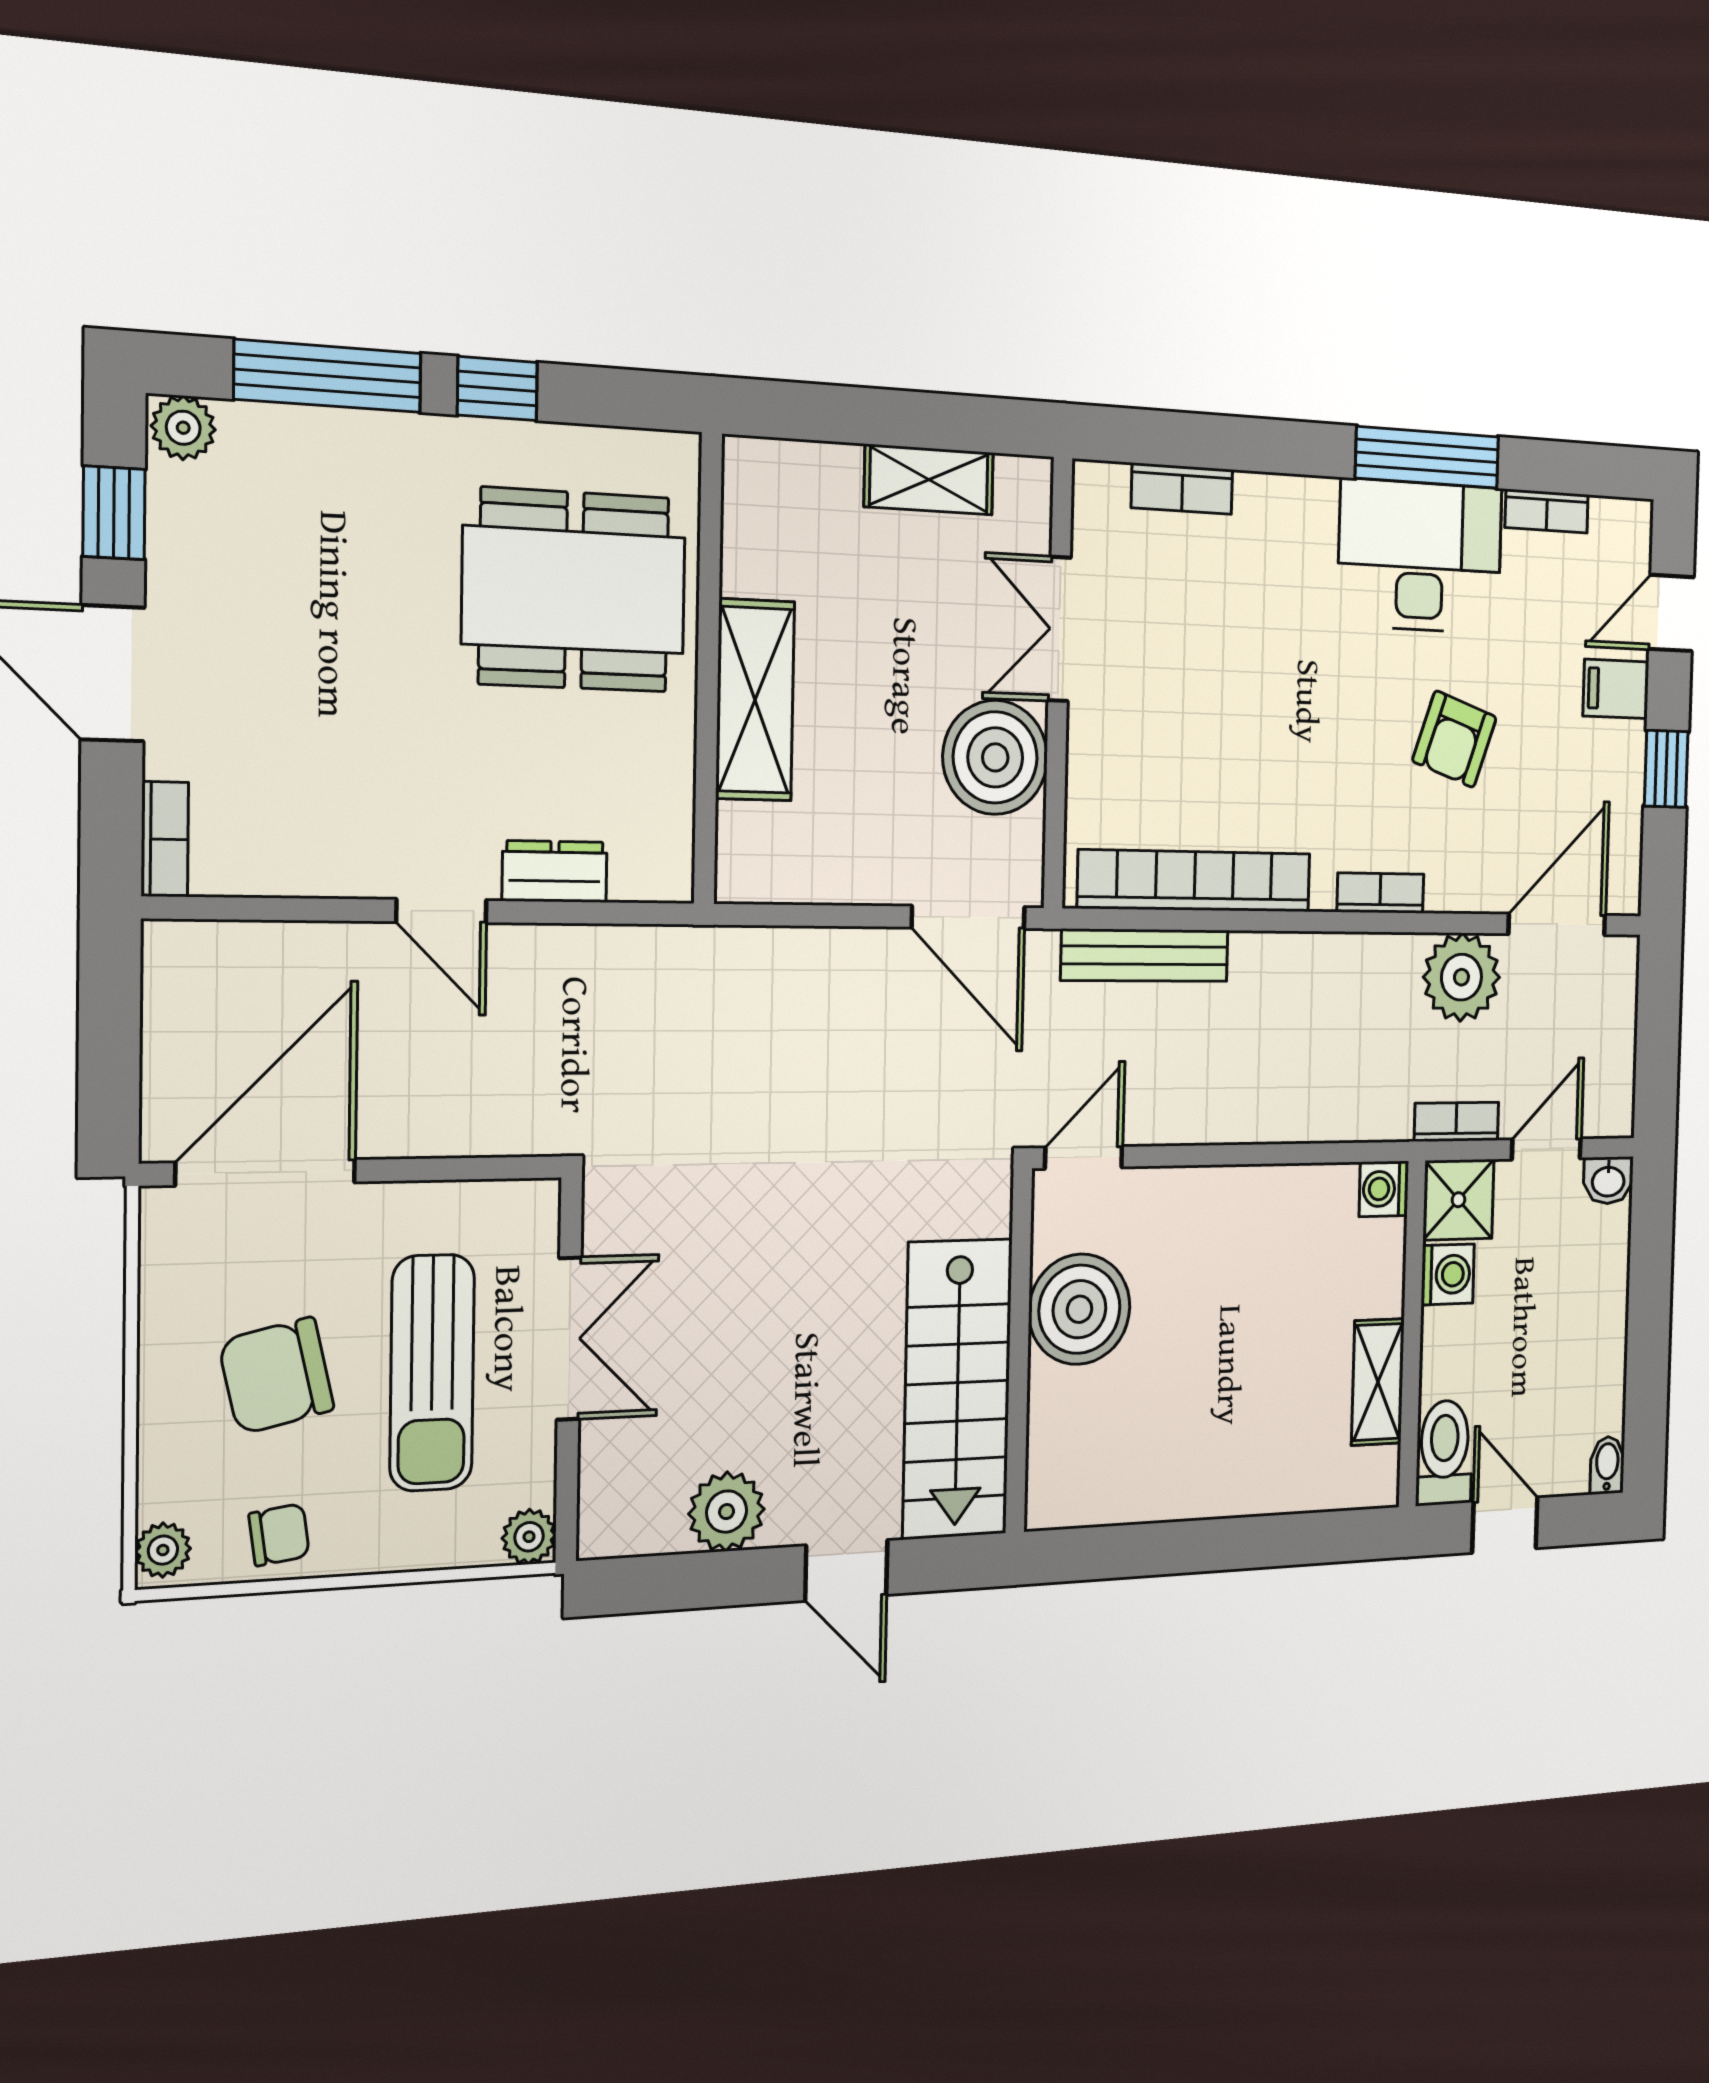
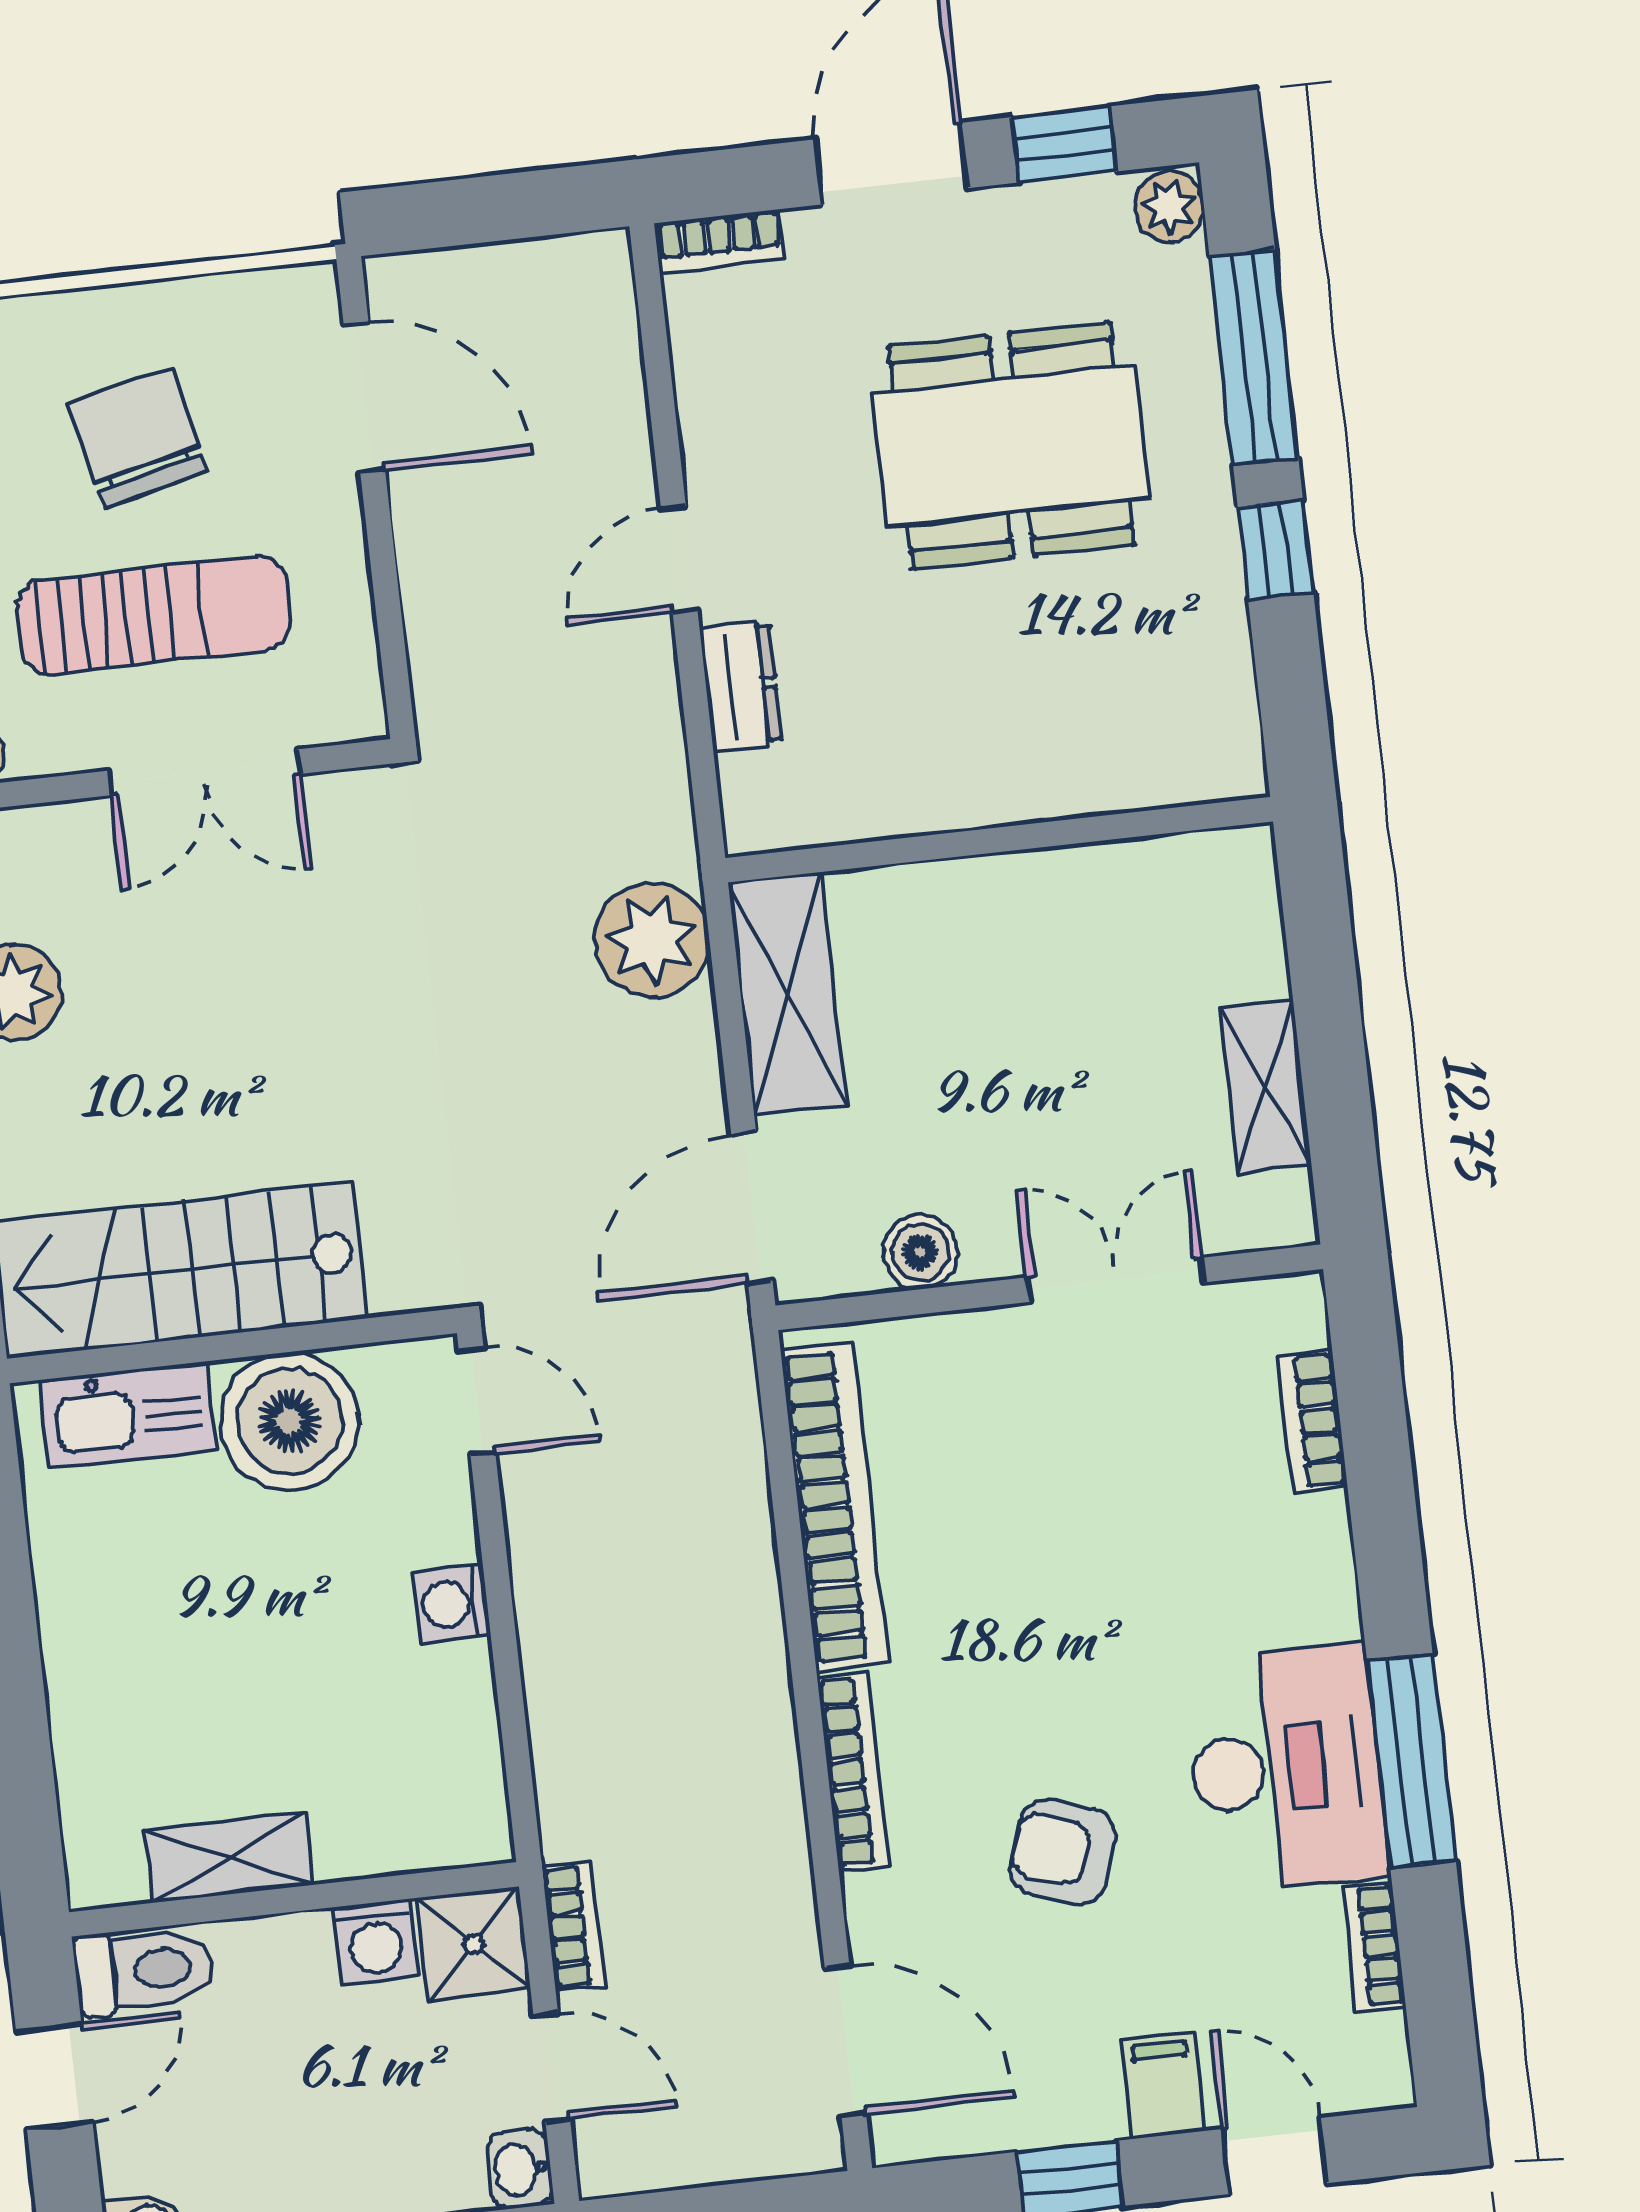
dining table: (574, 590) -> (1011, 445), moved, turned 90
shelving: (755, 700) -> (787, 994), moved, turned 90
boiler: (995, 757) -> (920, 1252), width x0.54, depth x0.54
bookcase: (1380, 893) -> (853, 1772), width x1.56
bench: (1145, 955) -> (735, 1450), removed
plant: (1461, 977) -> (652, 940), moved
door: (266, 1172) -> (364, 397), width x0.73
washing machine: (1384, 1189) -> (452, 1604), moved, turned -90
sun lounger: (432, 1373) -> (154, 615), turned 180
kitchen sink: (1059, 1438) -> (128, 1415), added

